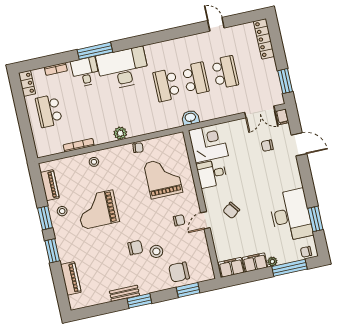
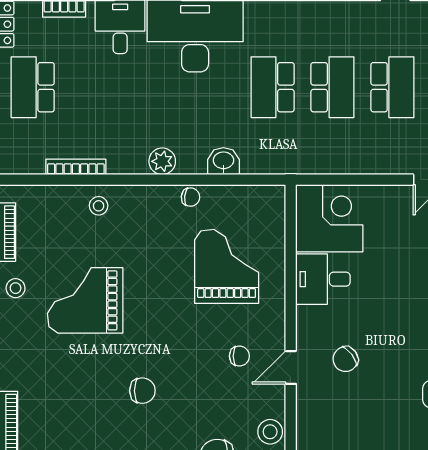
washbasin: (190, 118) -> (223, 161), moved
stool: (156, 251) -> (270, 432), moved

